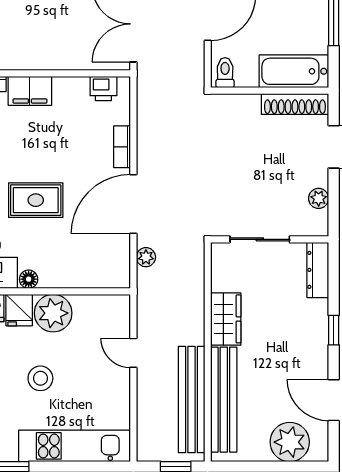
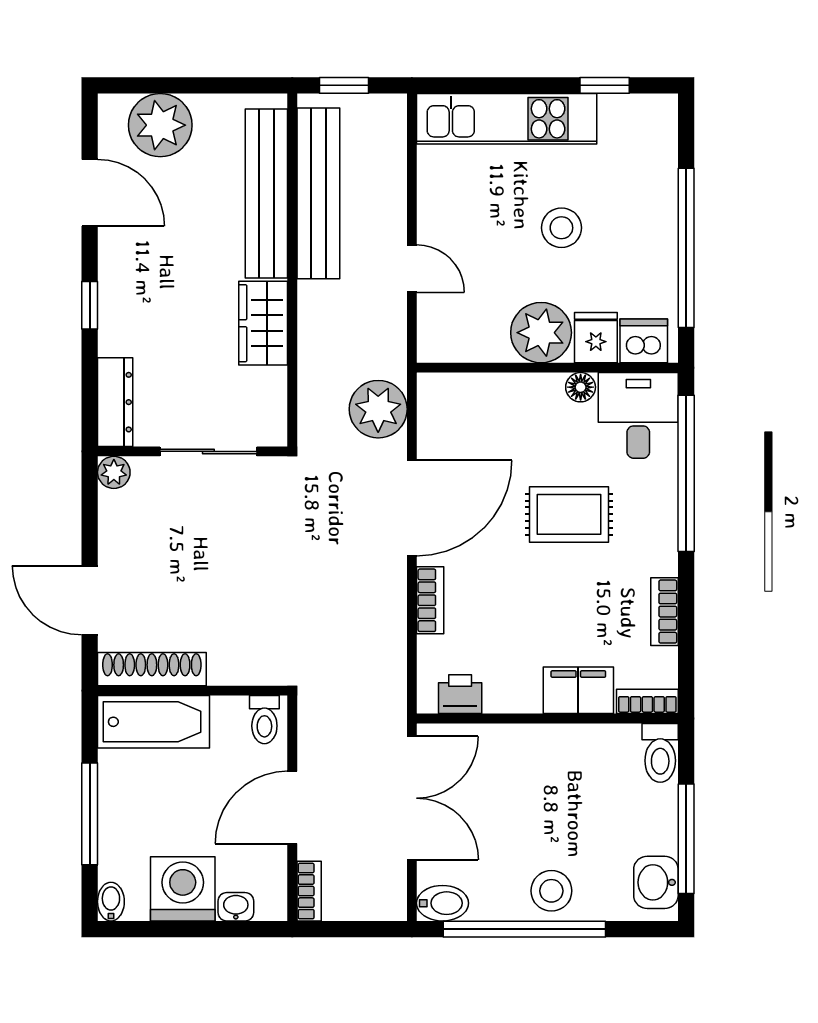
plant: (319, 198) -> (114, 472), moved
plant: (146, 257) -> (378, 409), width x1.88, depth x1.88

